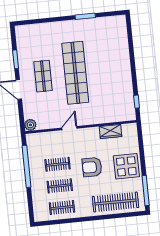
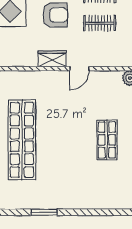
shop shelf: (75, 73) -> (22, 140), moved
wardrobe: (111, 132) -> (52, 59), moved

